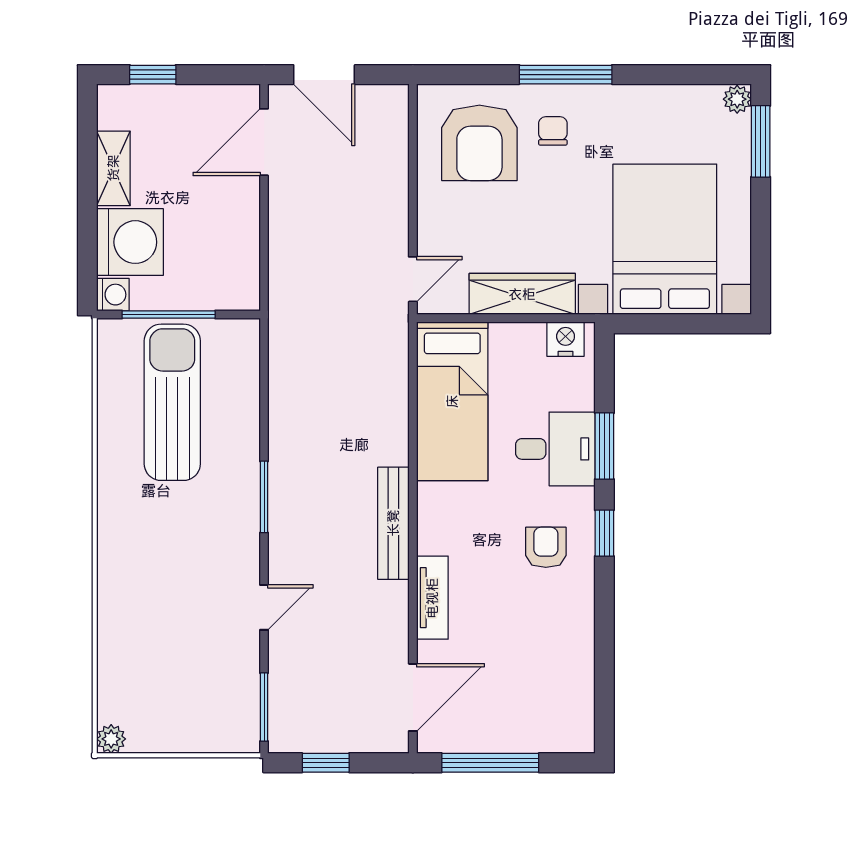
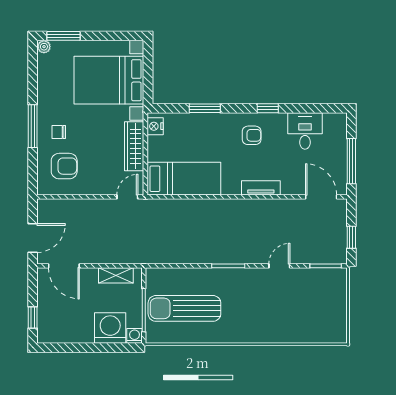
armchair: (479, 143) -> (64, 166), width x0.73, depth x0.73
shelving: (113, 168) -> (116, 275), moved
door: (413, 279) -> (127, 197), hinge flipped
desk: (555, 449) -> (305, 131), moved
bench: (393, 523) -> (240, 206), removed
window: (604, 533) -> (268, 108), moved
armchair: (546, 547) -> (252, 135), turned 180
tv unit: (432, 598) -> (261, 188), moved
door: (264, 607) -> (279, 266), hinge flipped
plant: (111, 739) -> (340, 337), removed

